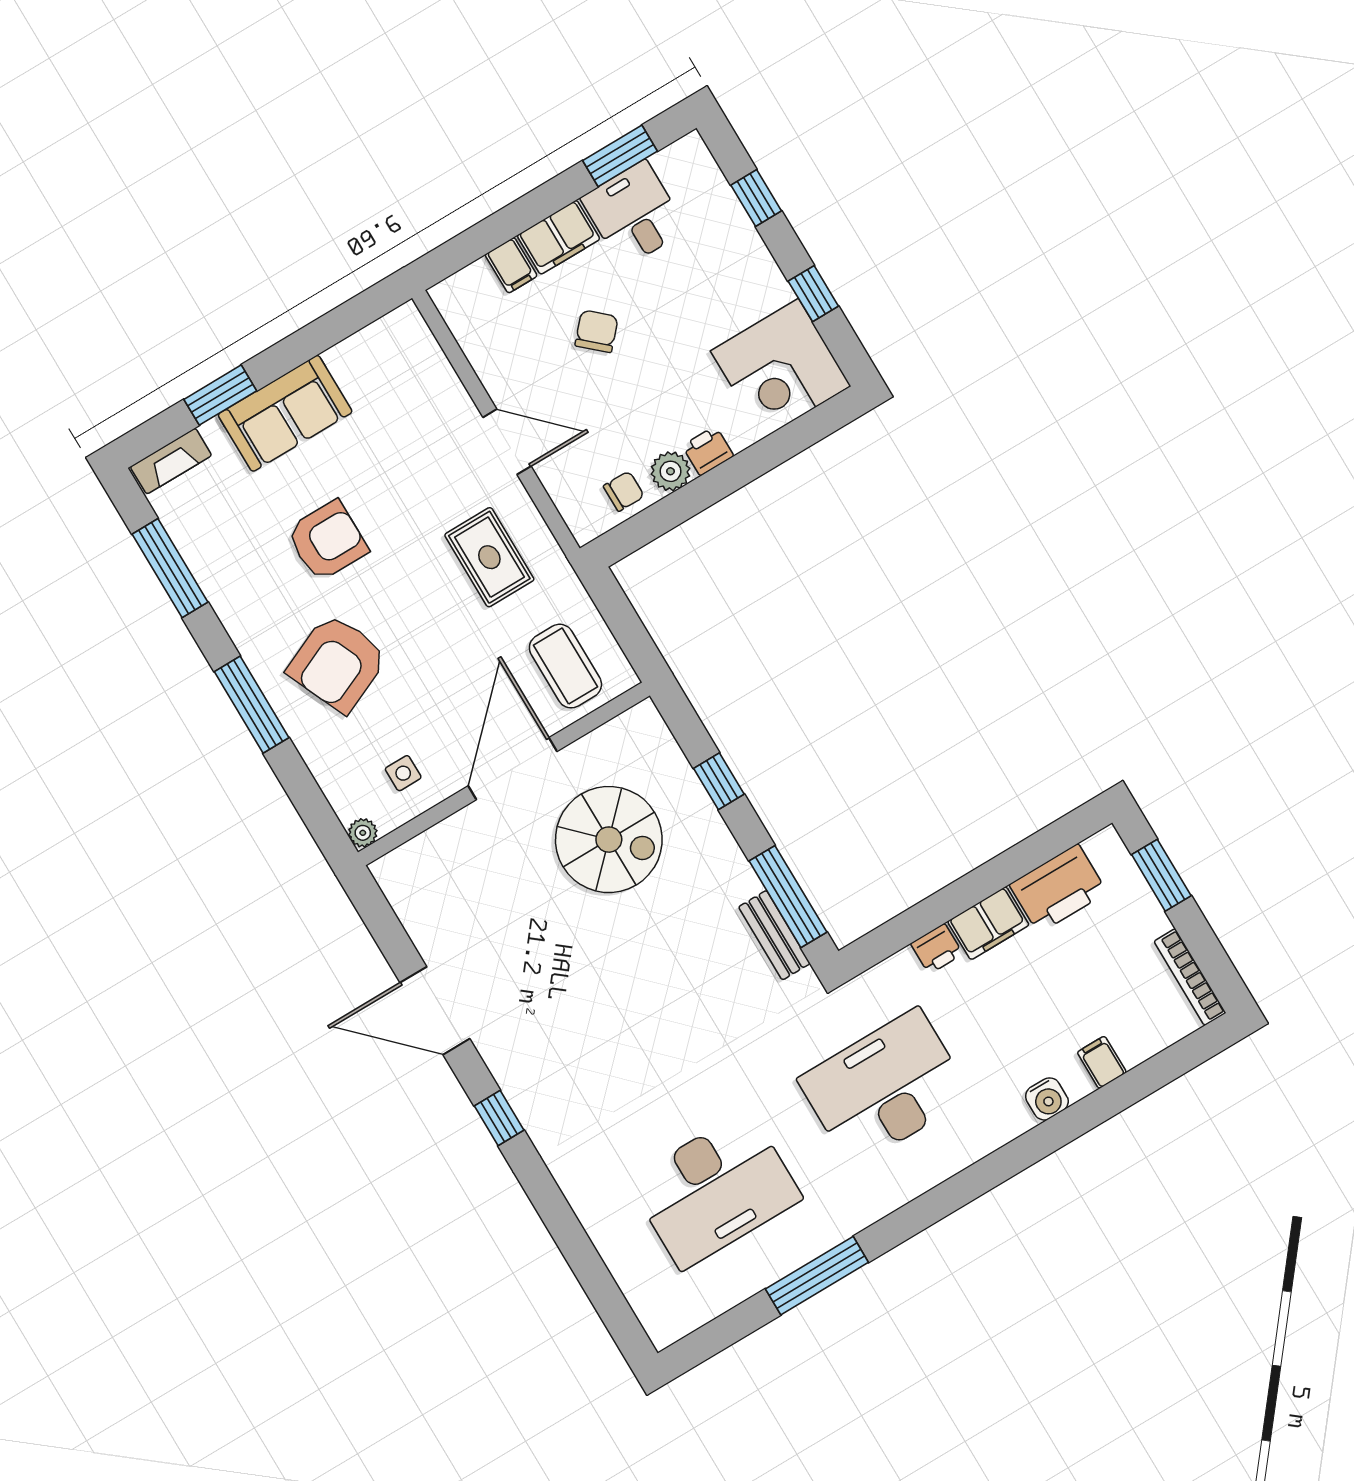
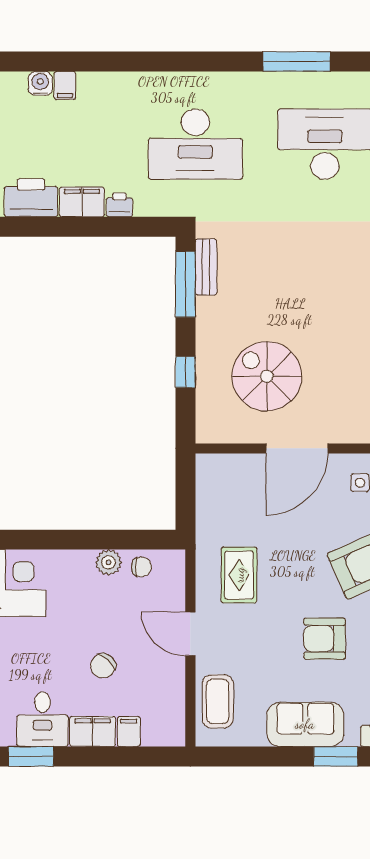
printer: (708, 451) -> (81, 561), removed
chair: (624, 491) -> (141, 567), turned 180
coffee table: (565, 666) -> (218, 701), moved
water cooler: (1047, 1099) -> (40, 83), moved

